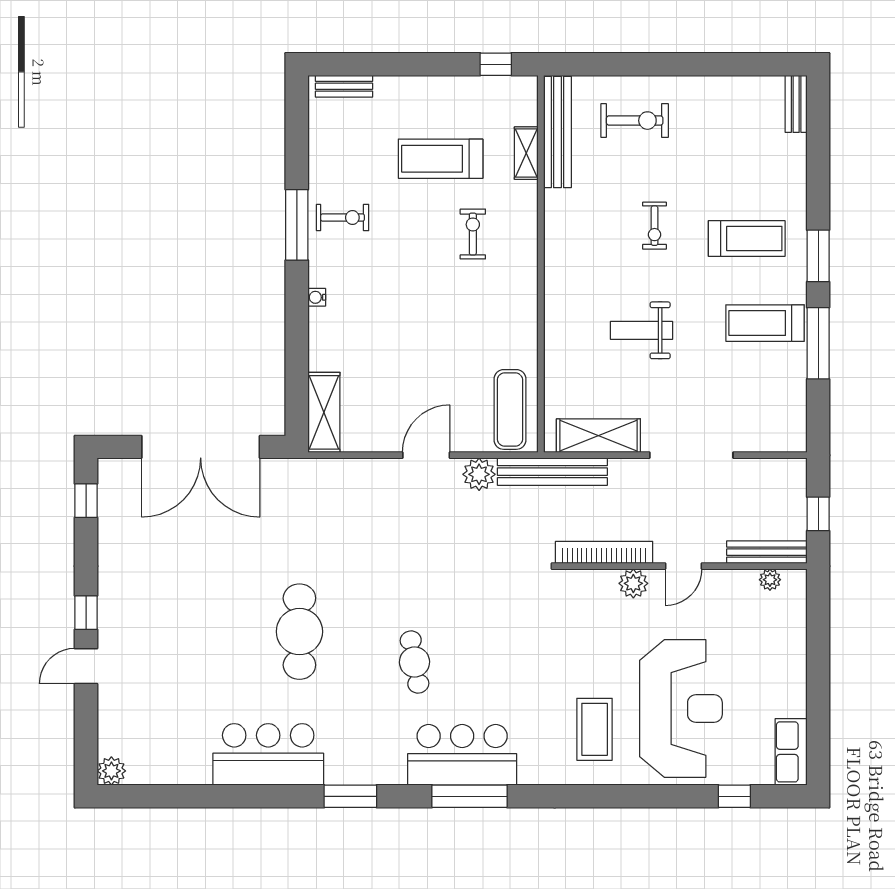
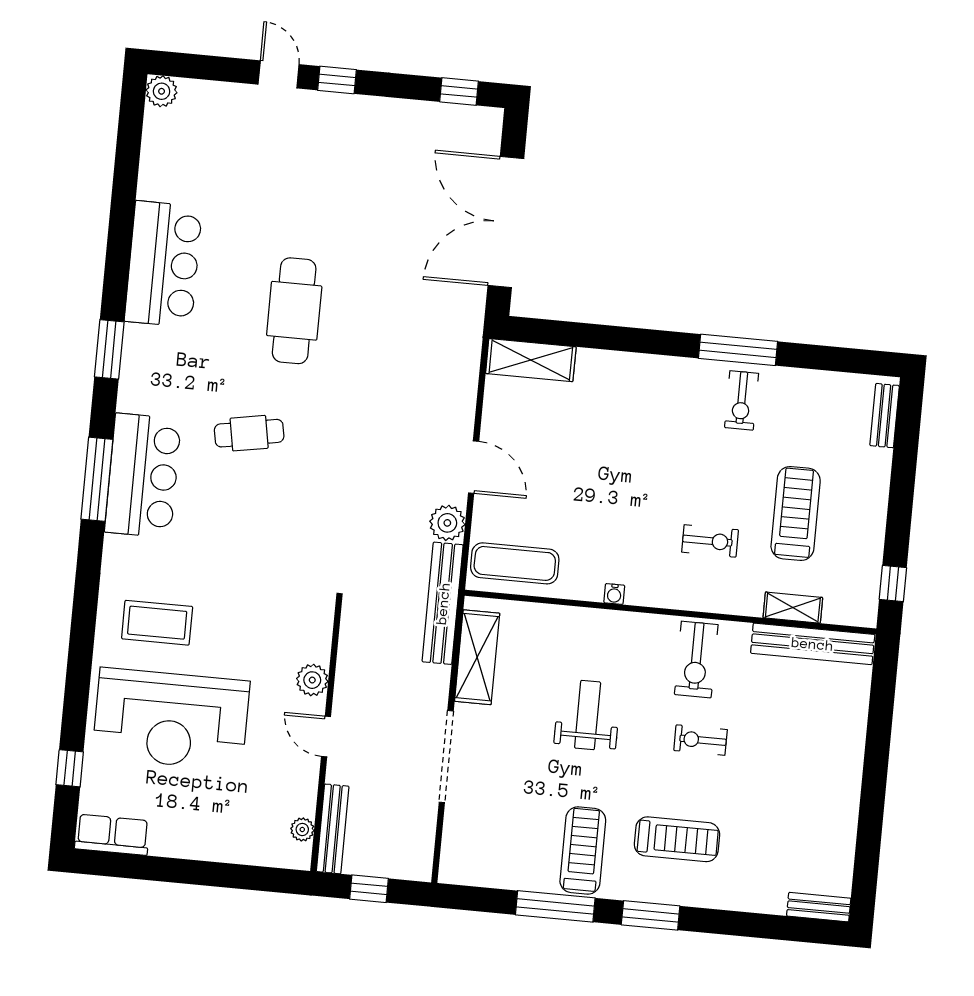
exercise bike: (635, 121) -> (696, 660), moved
treadmill: (747, 238) -> (677, 839), turned -90
water cooler: (317, 297) -> (614, 594), moved, turned 180
bookcase: (604, 552) -> (349, 651), removed
cafe table: (299, 632) -> (294, 311), turned 90

